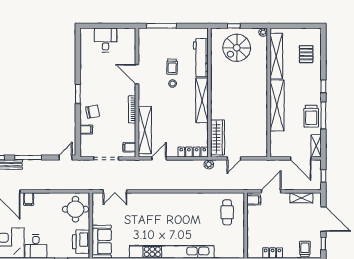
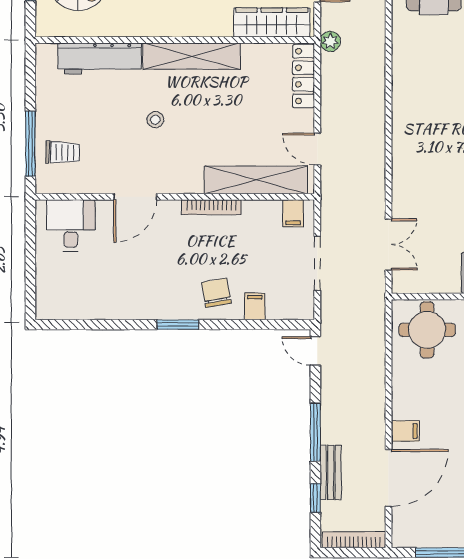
desk: (105, 40) -> (71, 226), moved, turned 90
trolley: (172, 67) -> (63, 152), moved

